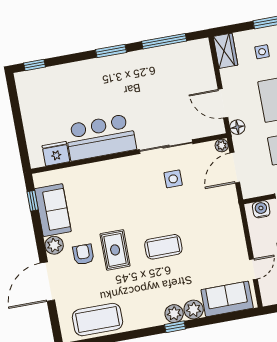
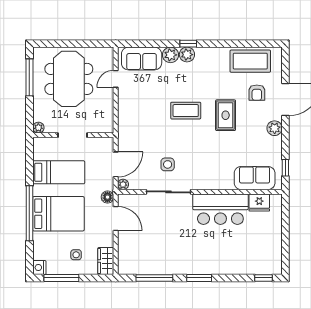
water cooler: (261, 209) -> (100, 126), removed
sofa: (53, 210) -> (255, 178), moved, turned 90
armchair: (83, 254) -> (257, 93), moved

